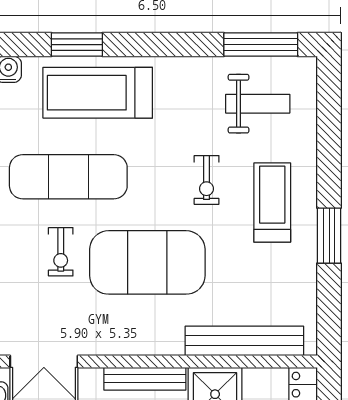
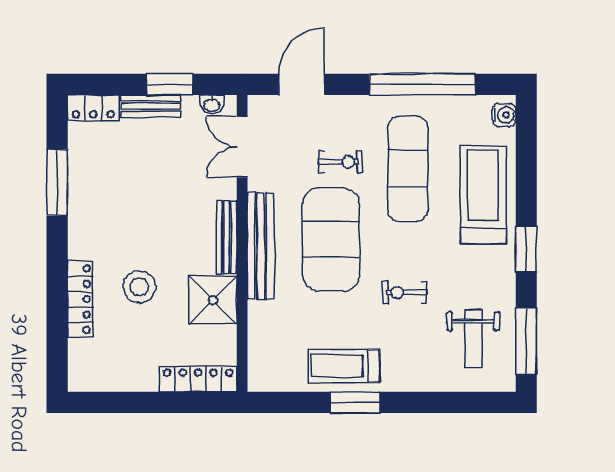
window: (77, 45) -> (526, 249), moved
treadmill: (272, 203) -> (344, 366), moved, turned 180
exercise bike: (61, 252) -> (341, 162), turned 180
bench: (244, 341) -> (261, 246), moved

